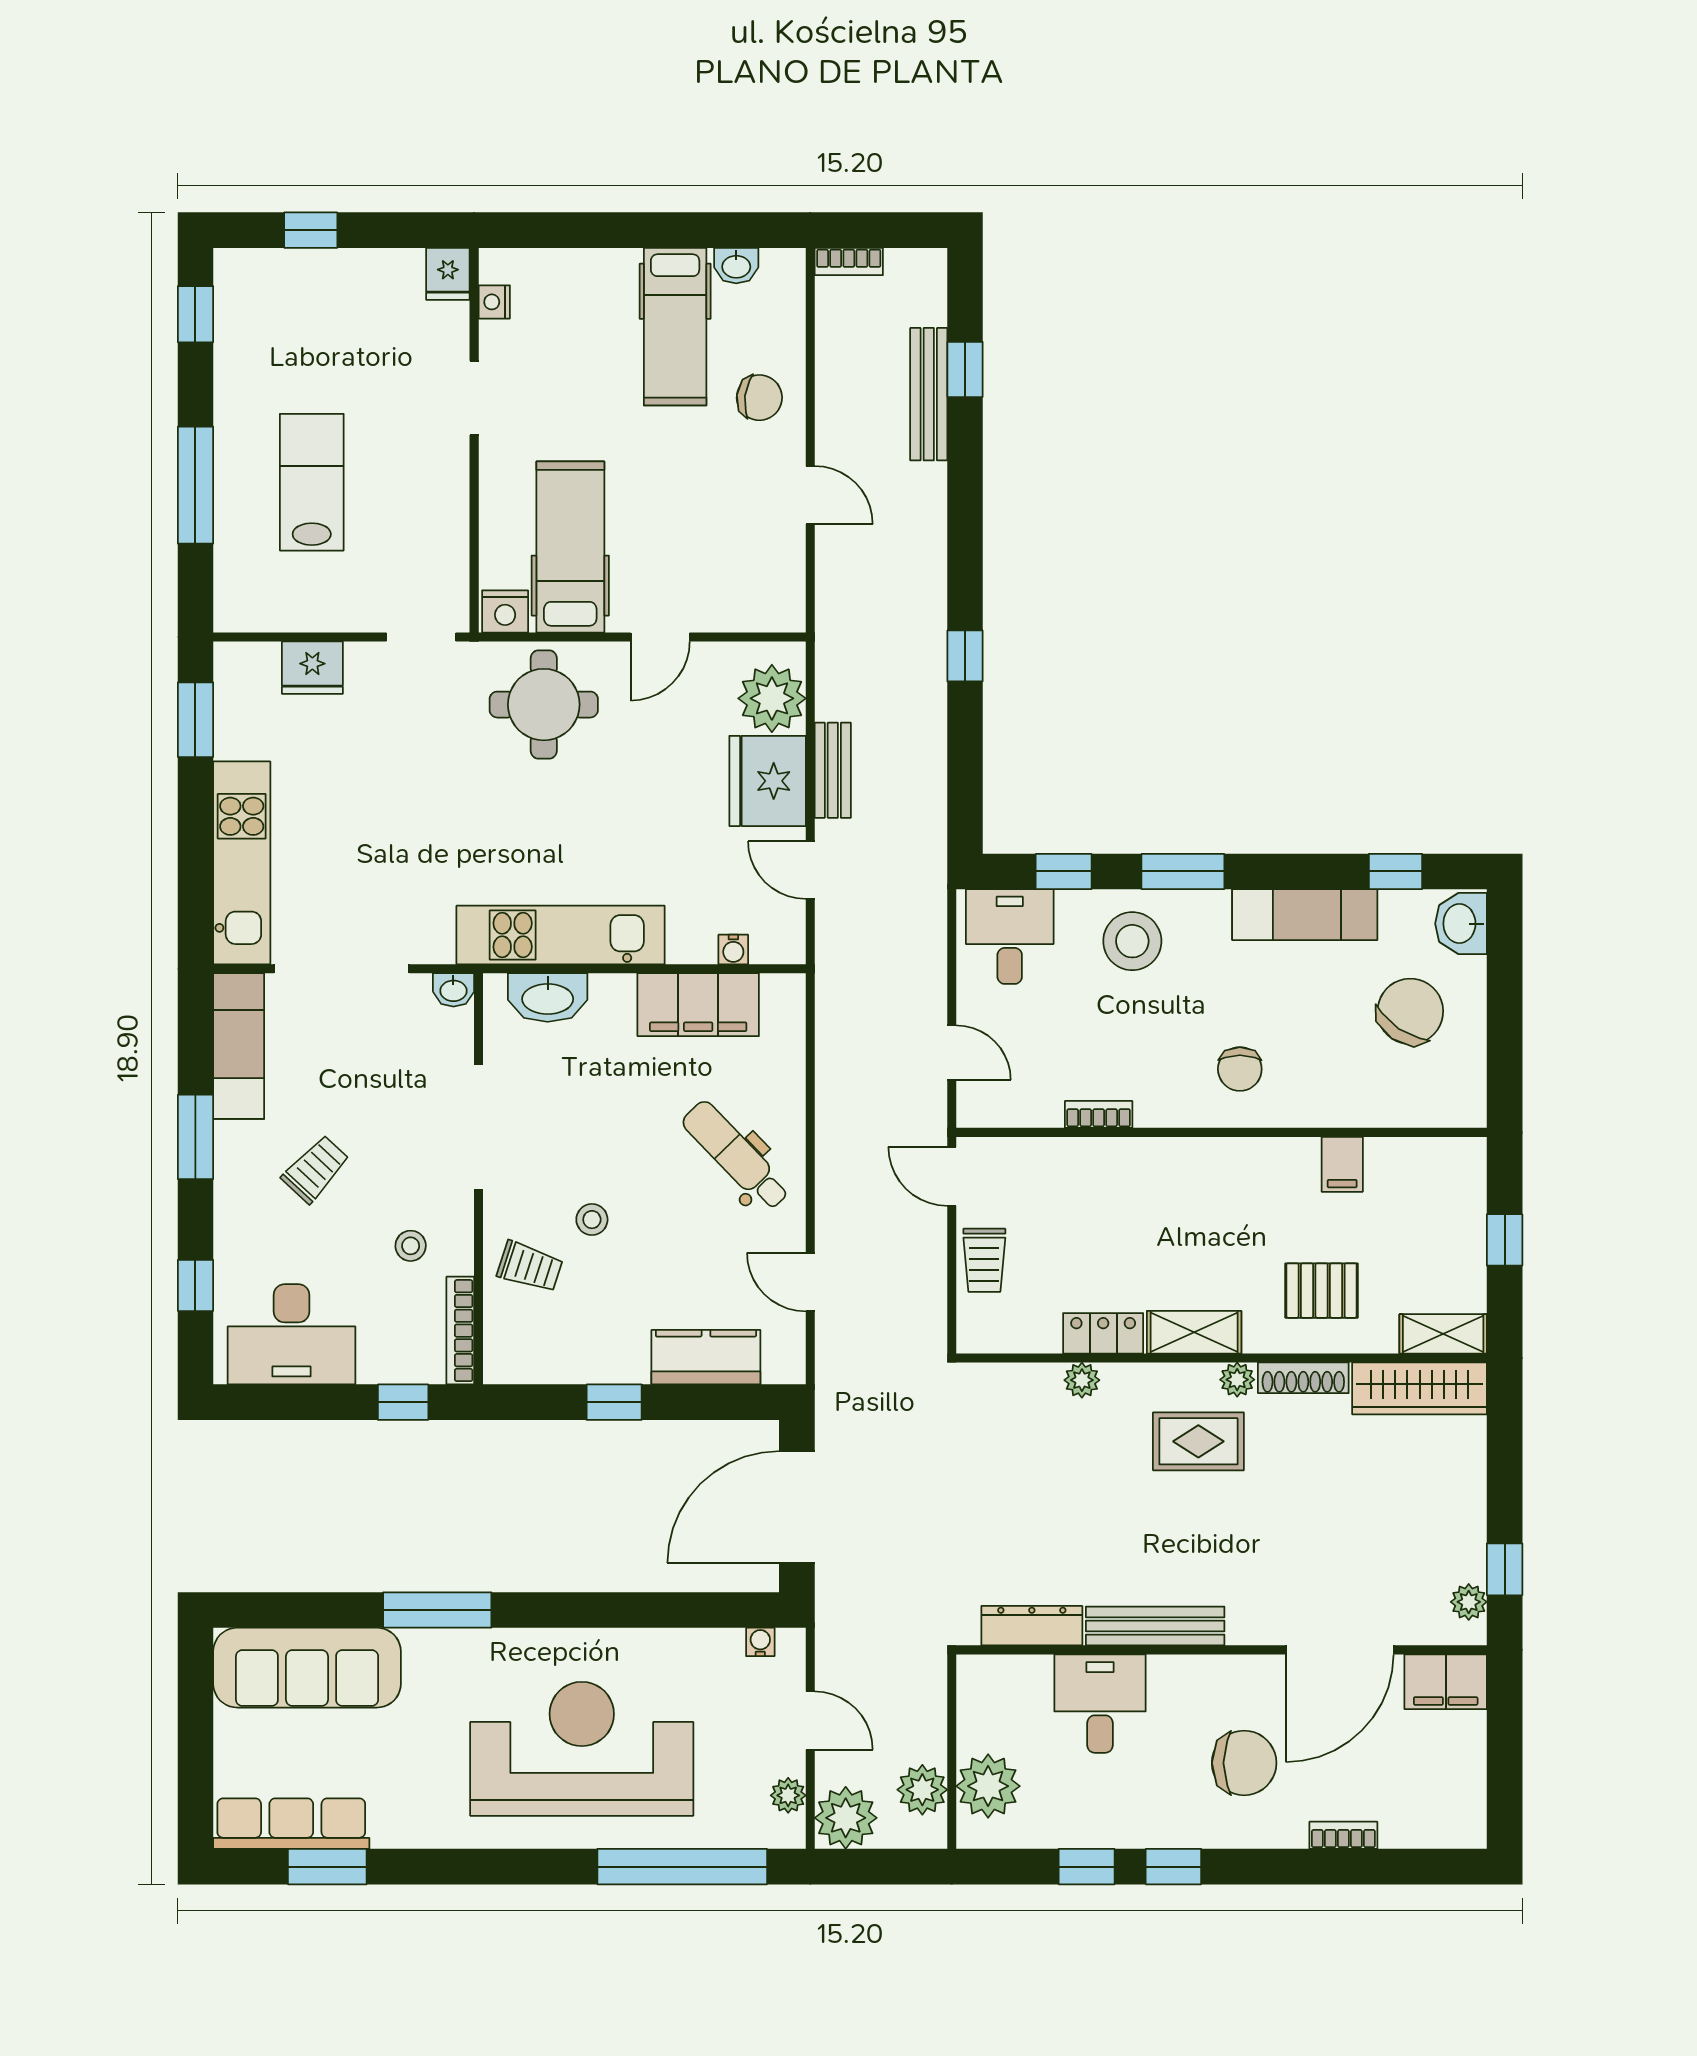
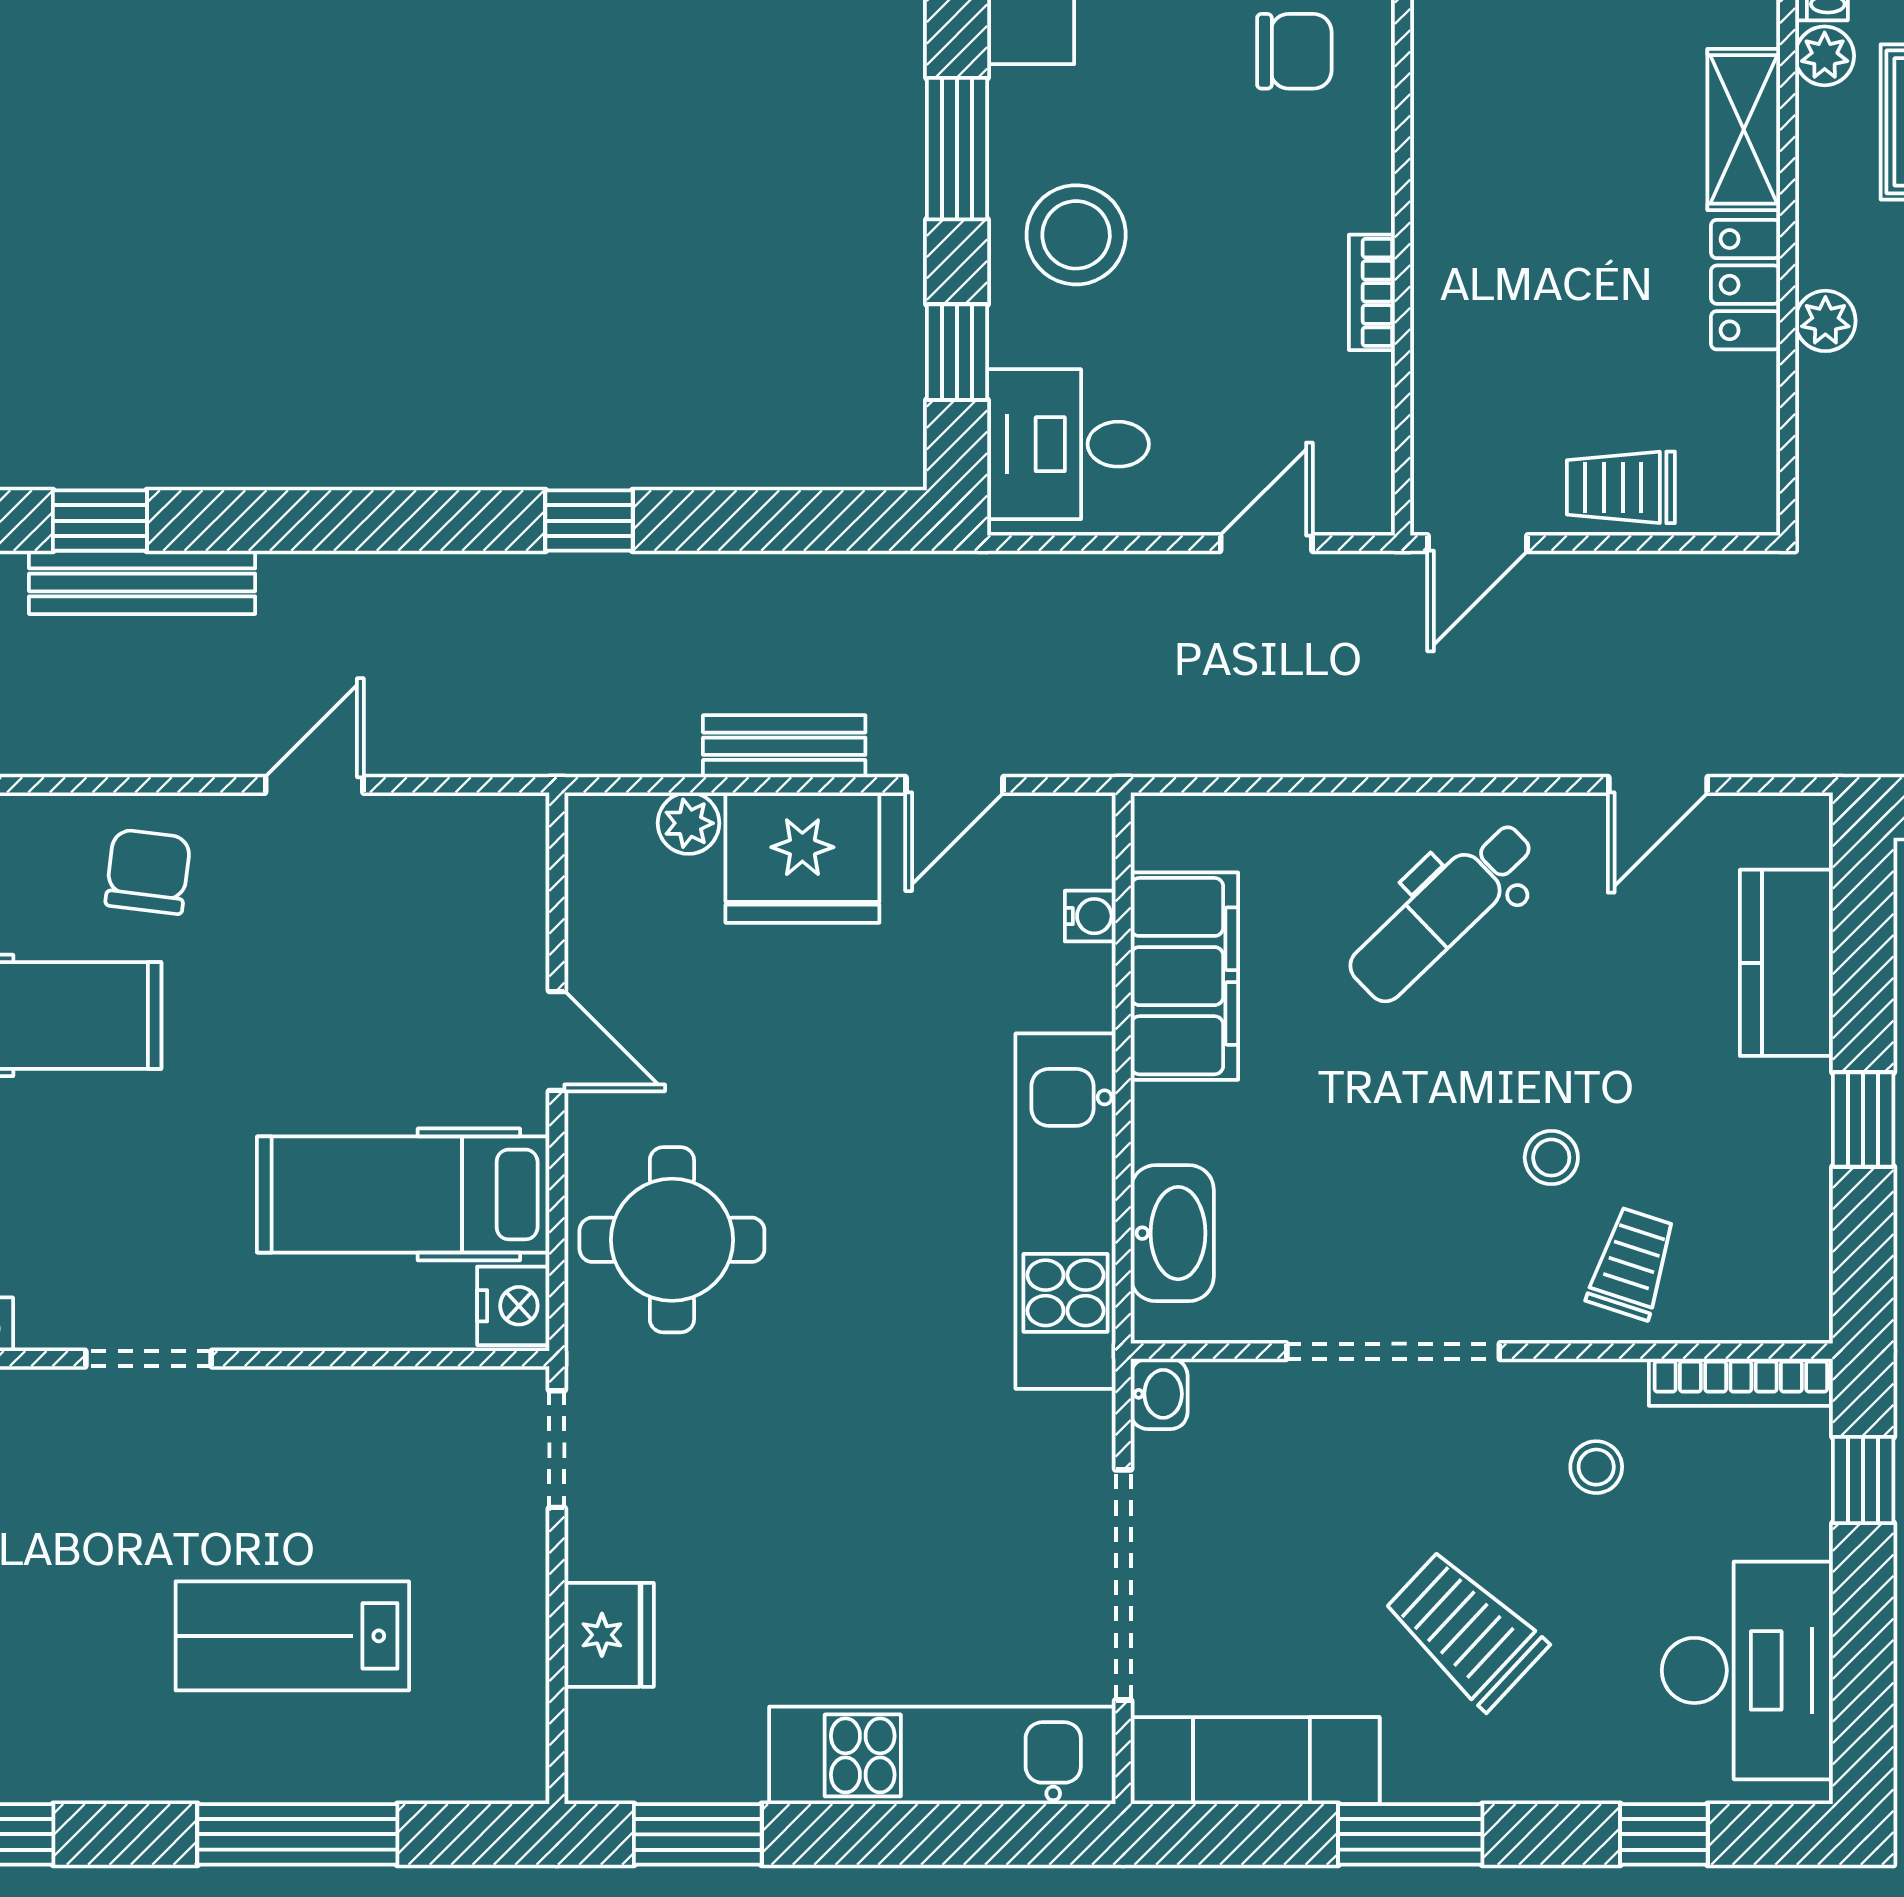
plant: (772, 698) -> (689, 823), width x0.53, depth x0.53
trolley: (316, 1169) -> (1465, 1629), width x1.36, depth x1.39
trolley: (984, 1260) -> (1621, 487), turned 180

